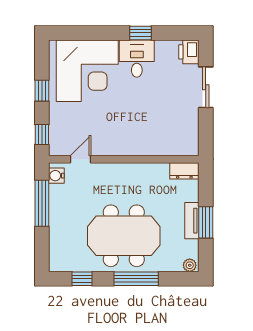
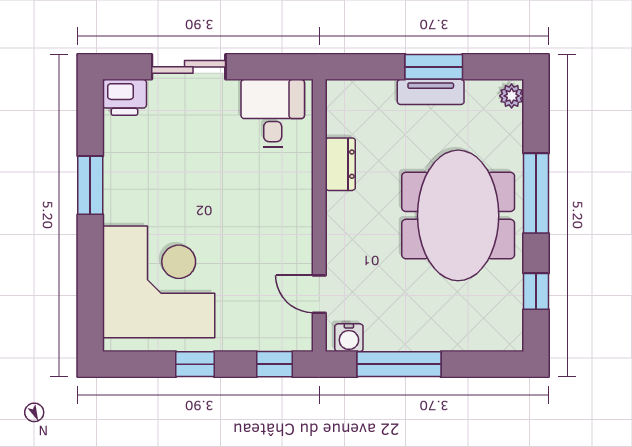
window: (140, 33) -> (90, 185), width x1.50
desk: (137, 59) -> (273, 113), moved, turned 90
dresser: (184, 171) -> (340, 164), moved

